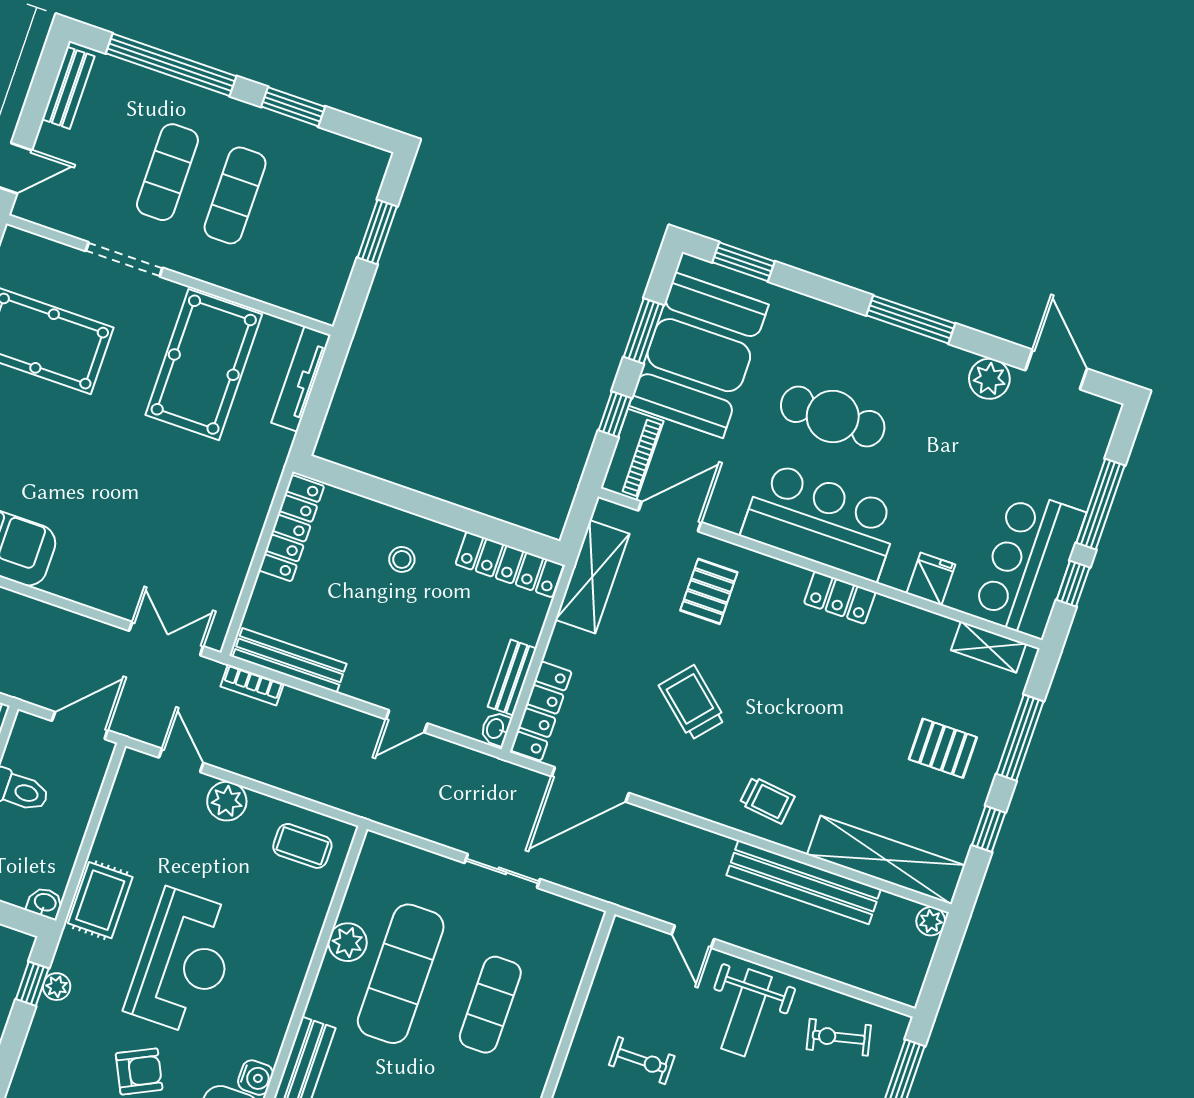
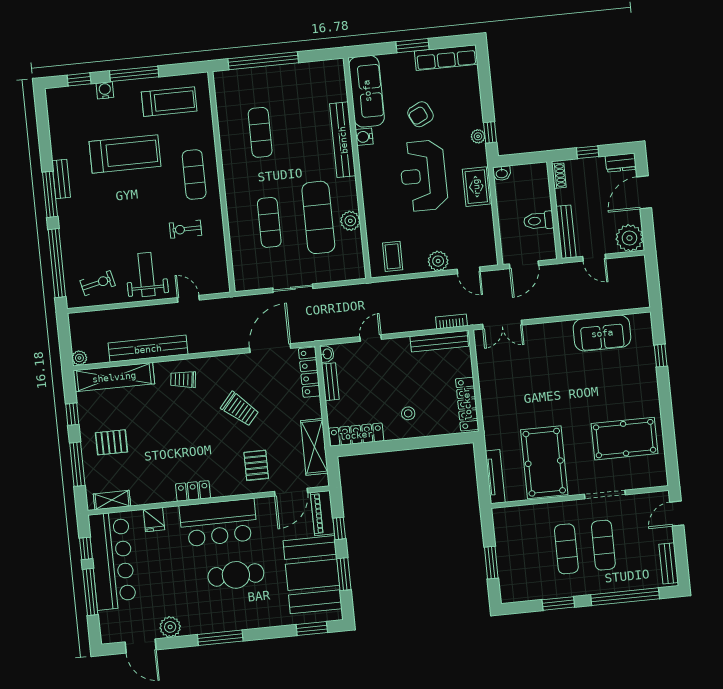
bar counter: (1029, 564) -> (112, 561), width x1.36
coffee table: (302, 846) -> (393, 256), turned 90

